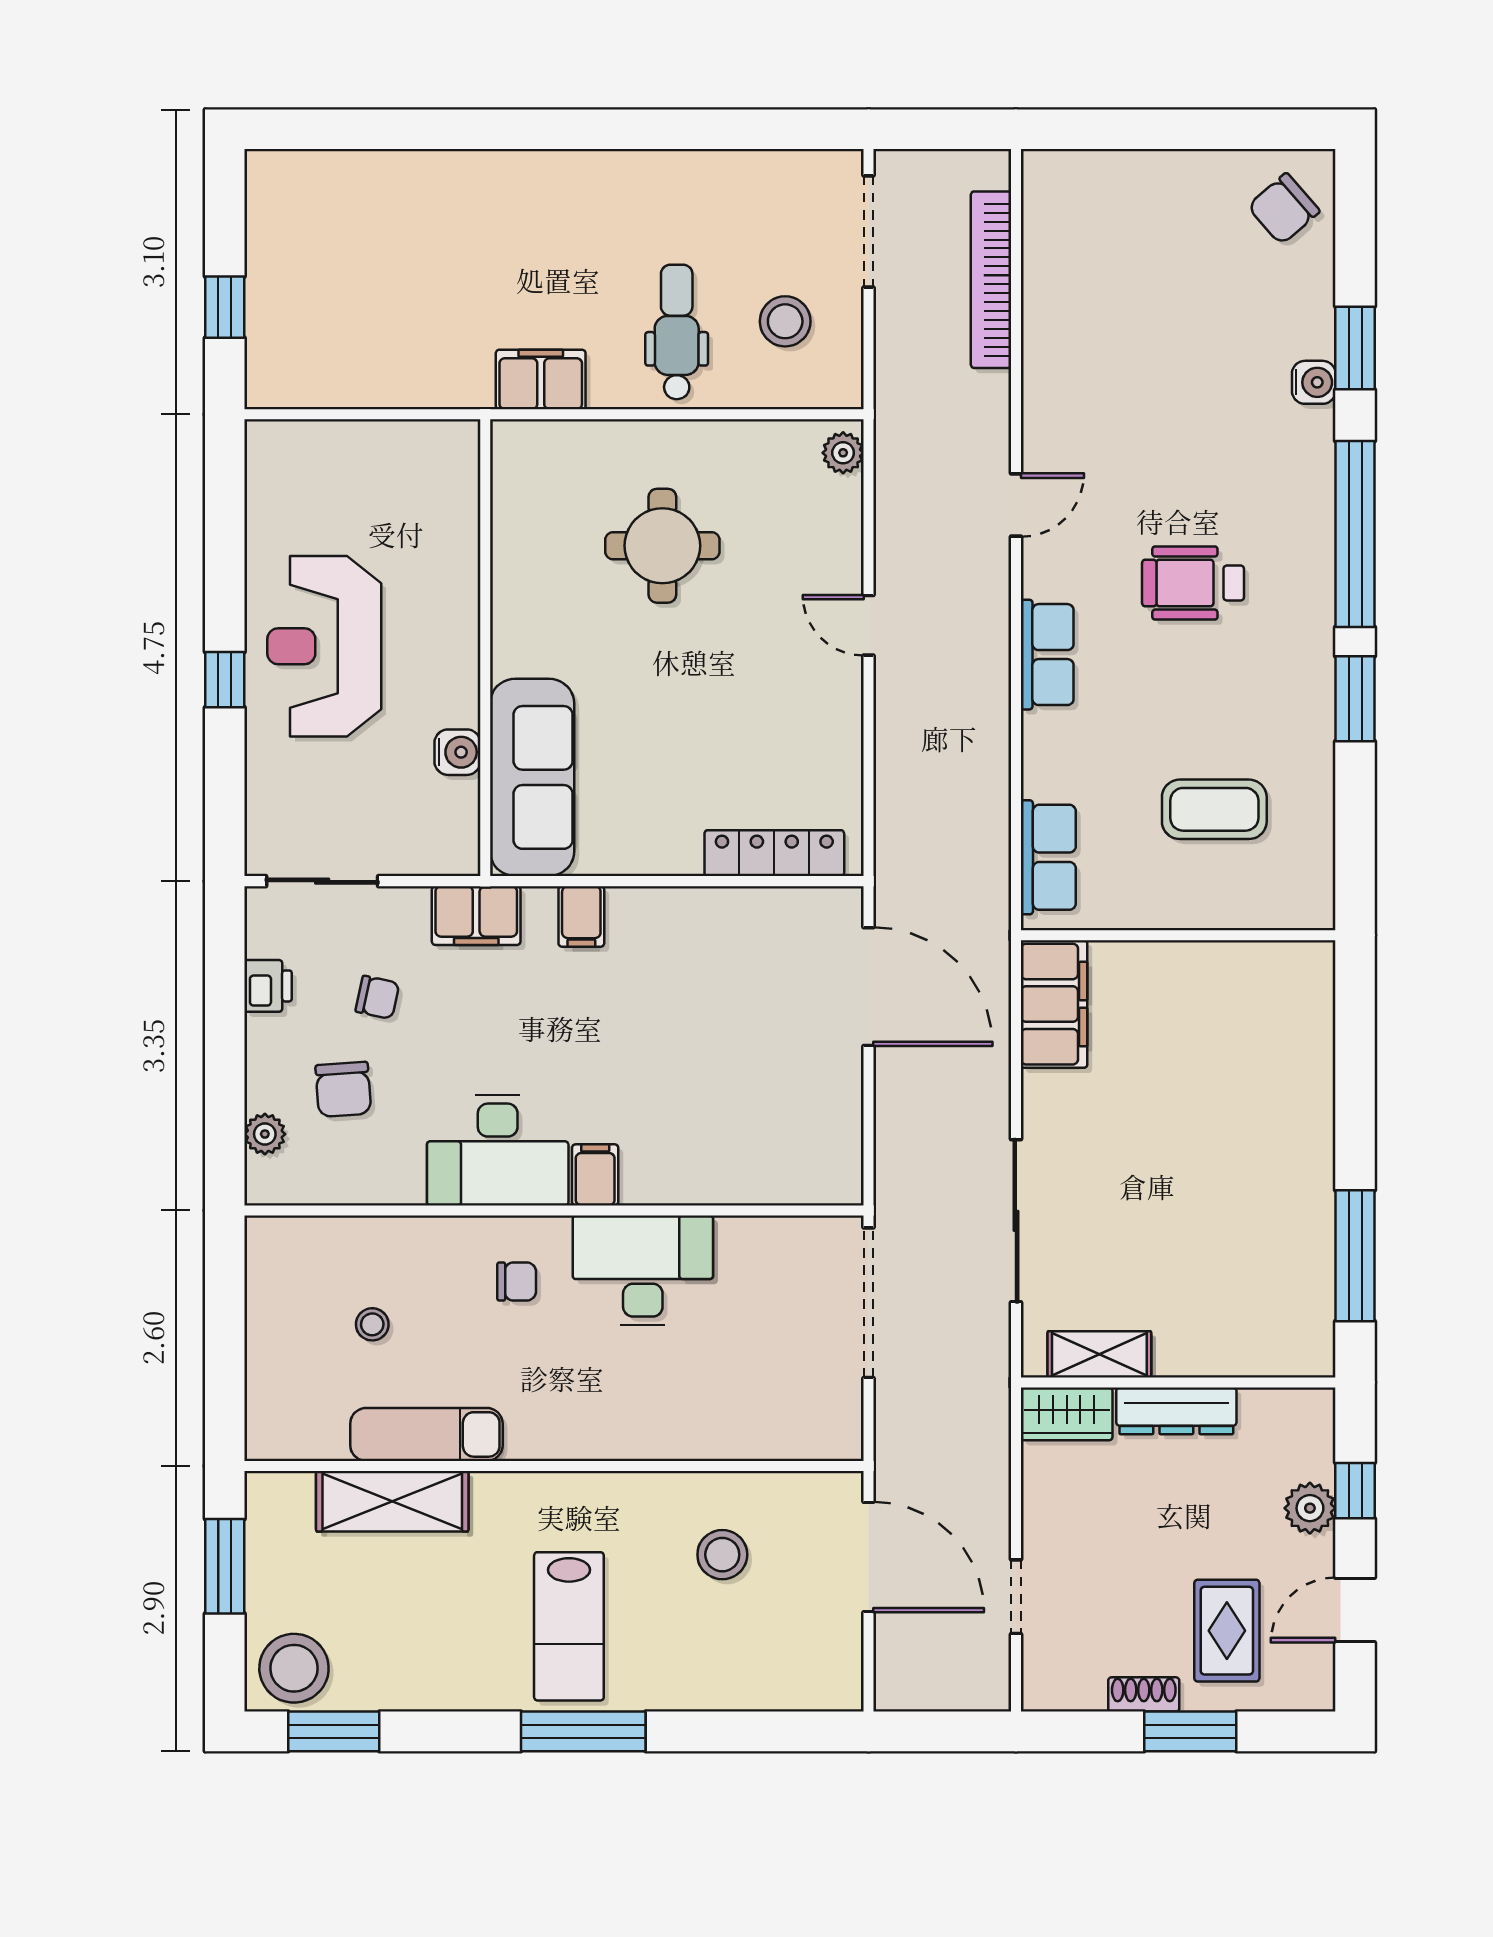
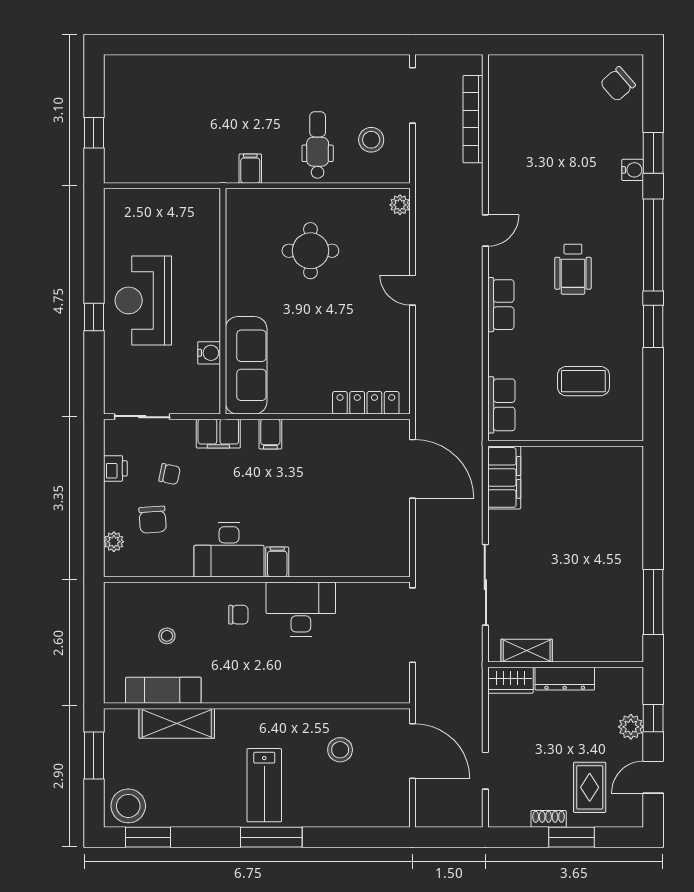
filing cabinet: (541, 380) -> (250, 169), width x0.50
wheelchair: (1193, 583) -> (573, 269), turned -90
exam couch: (426, 1434) -> (163, 690), moved

